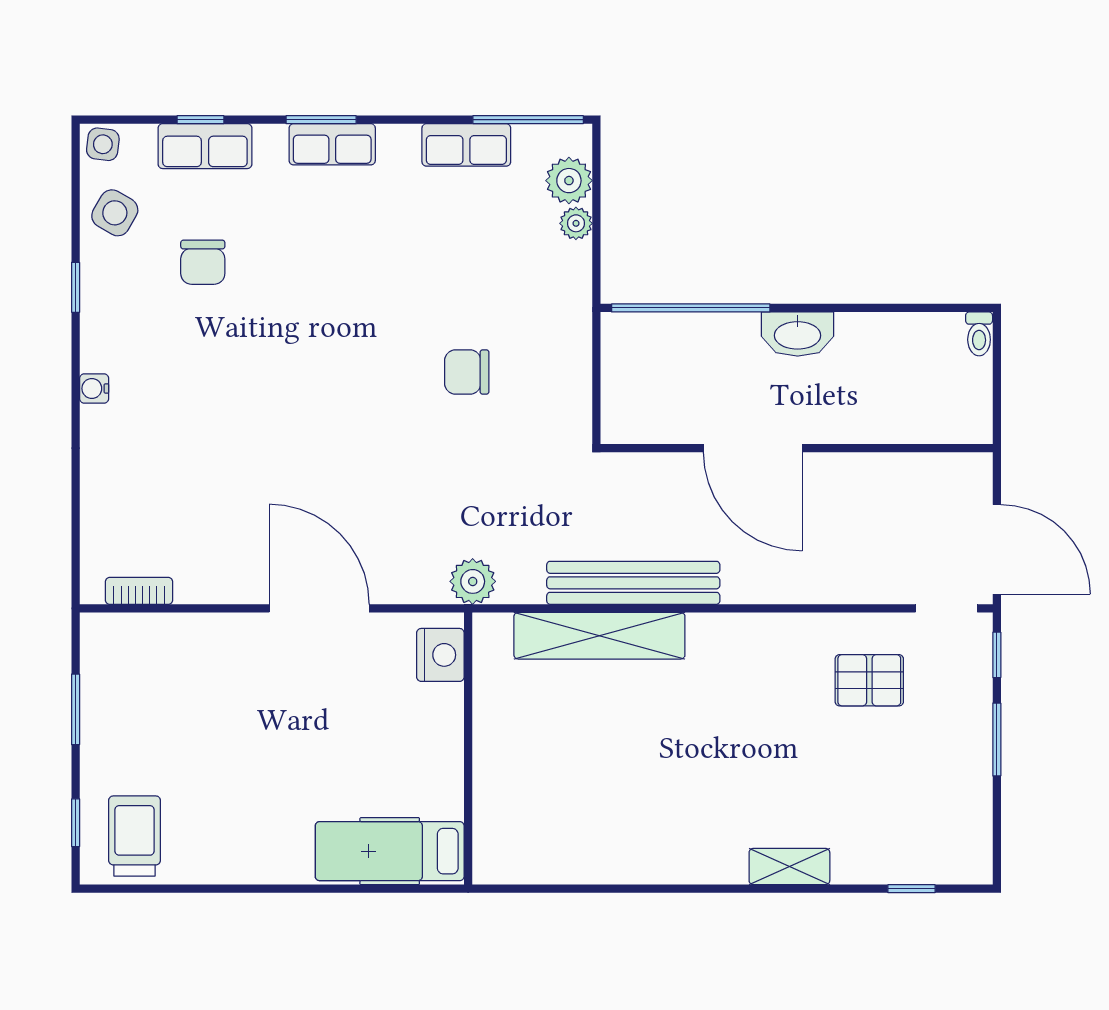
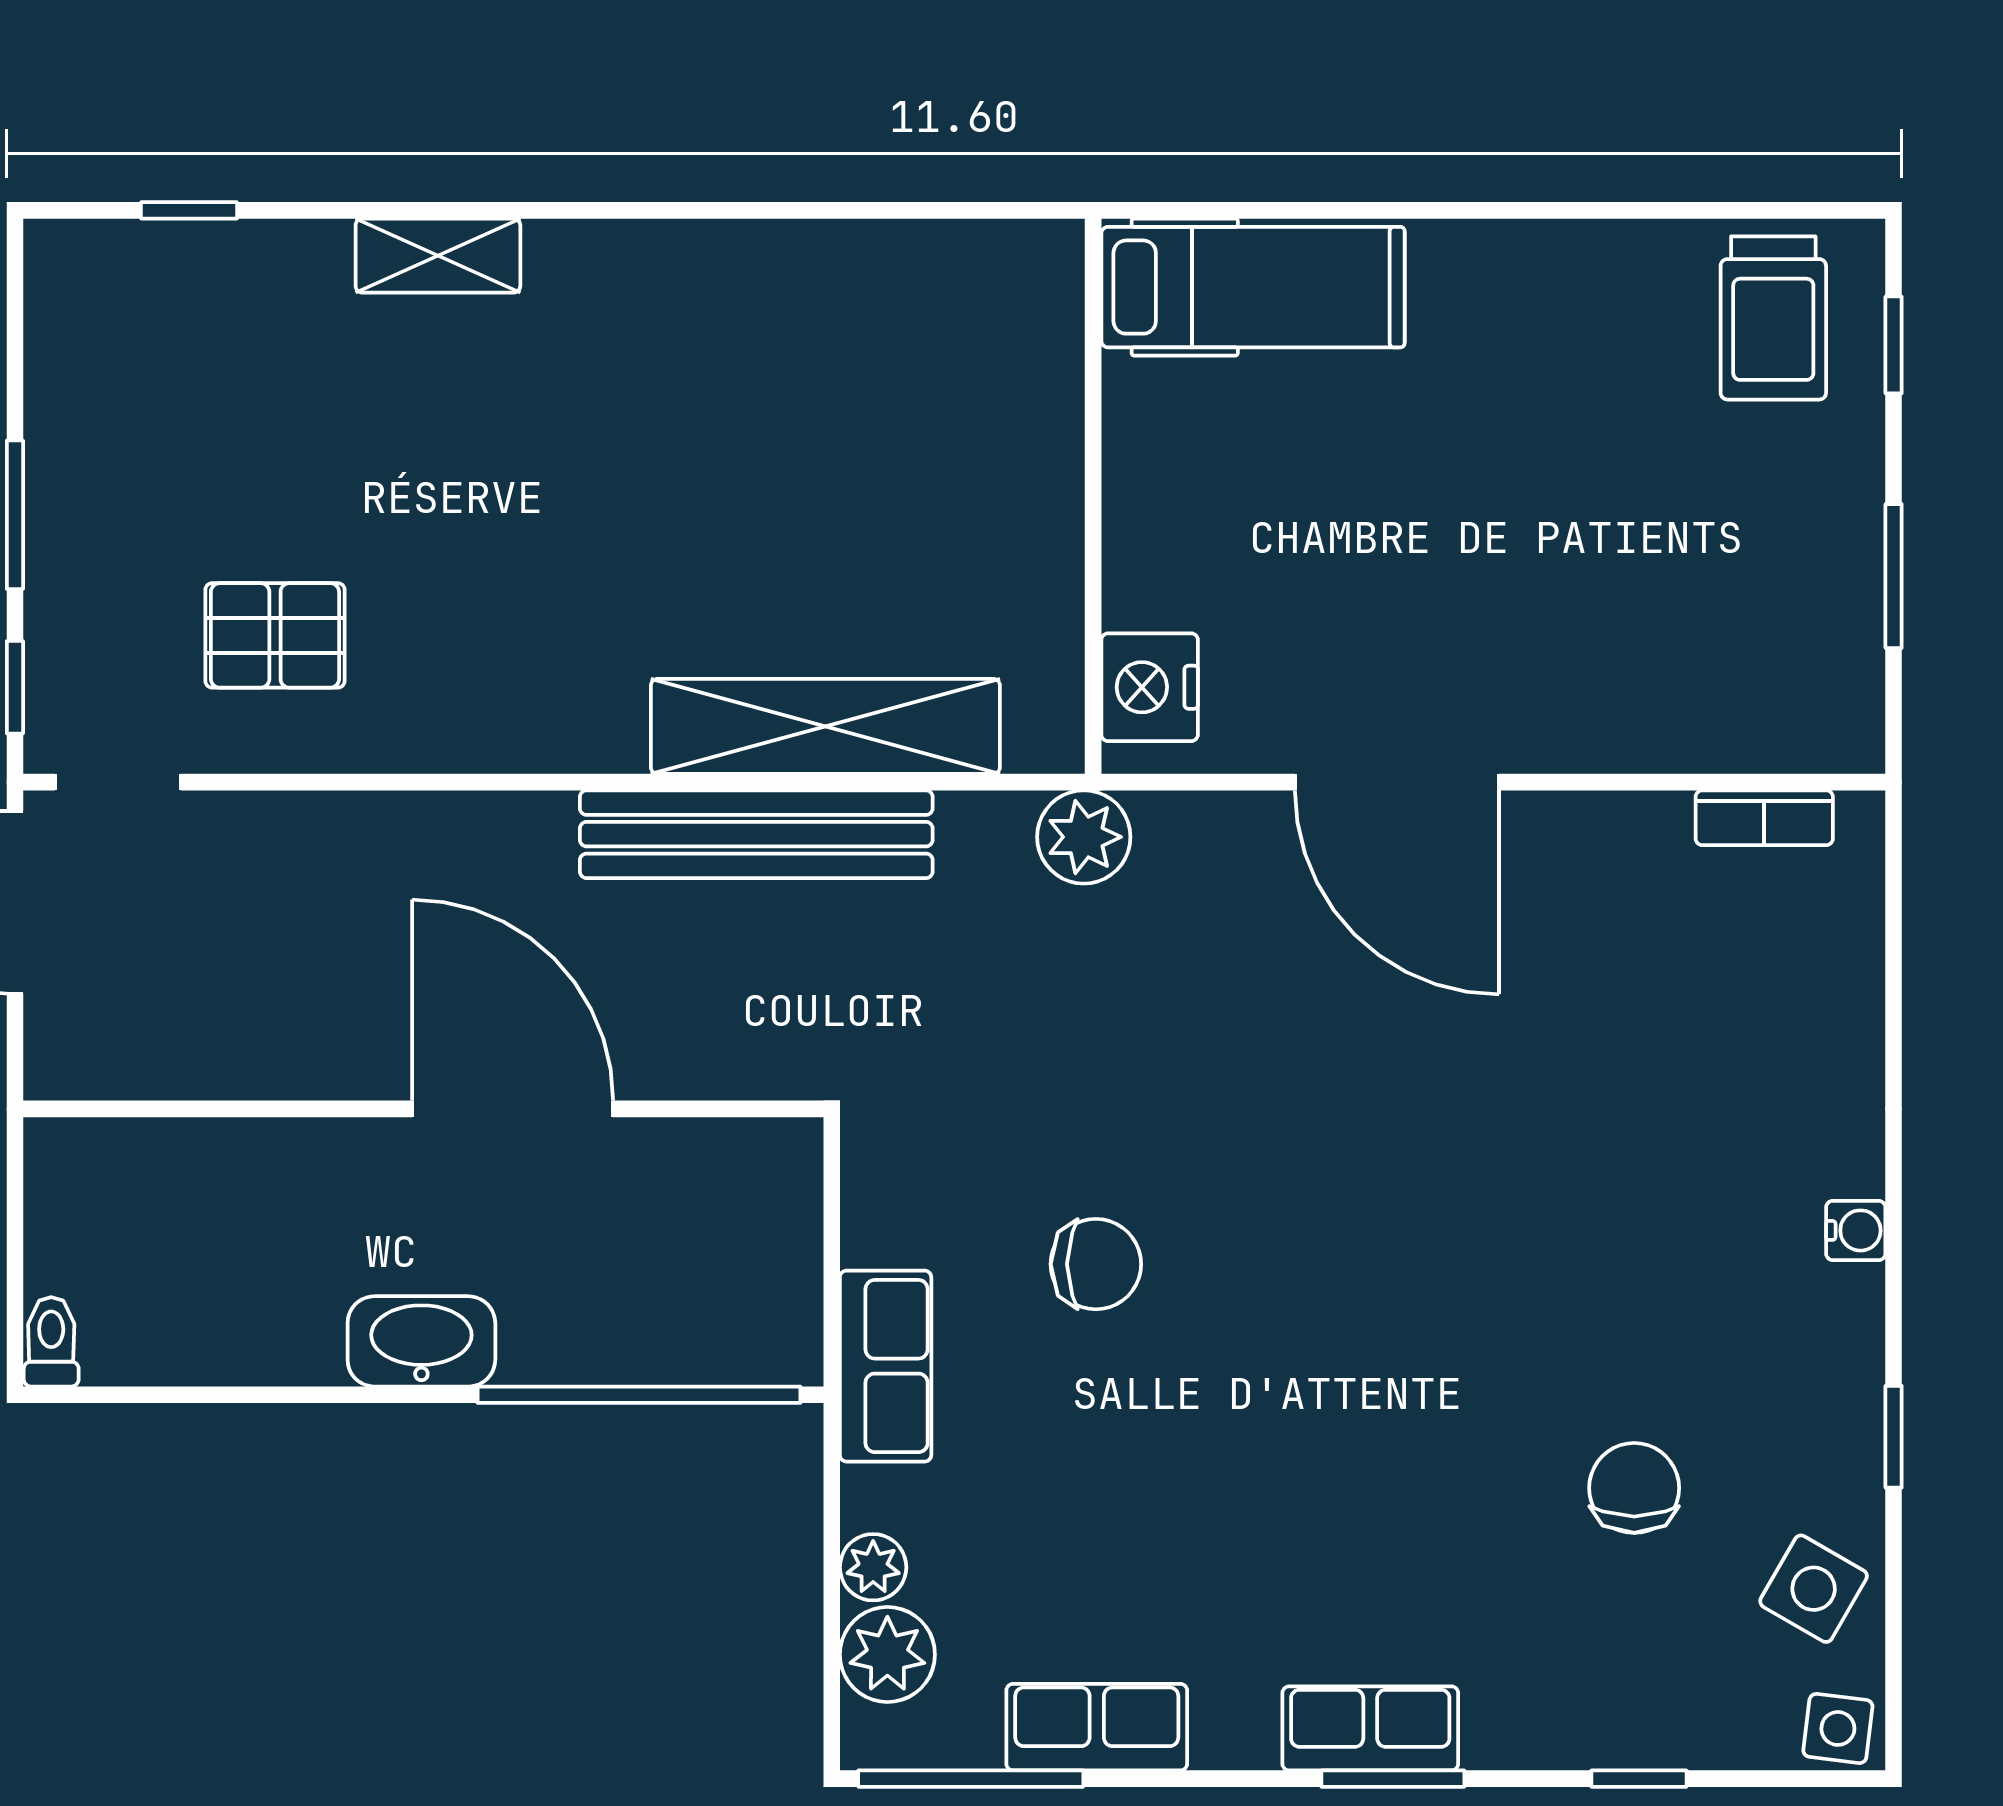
row of seats: (205, 146) -> (886, 1366), moved, turned 90

